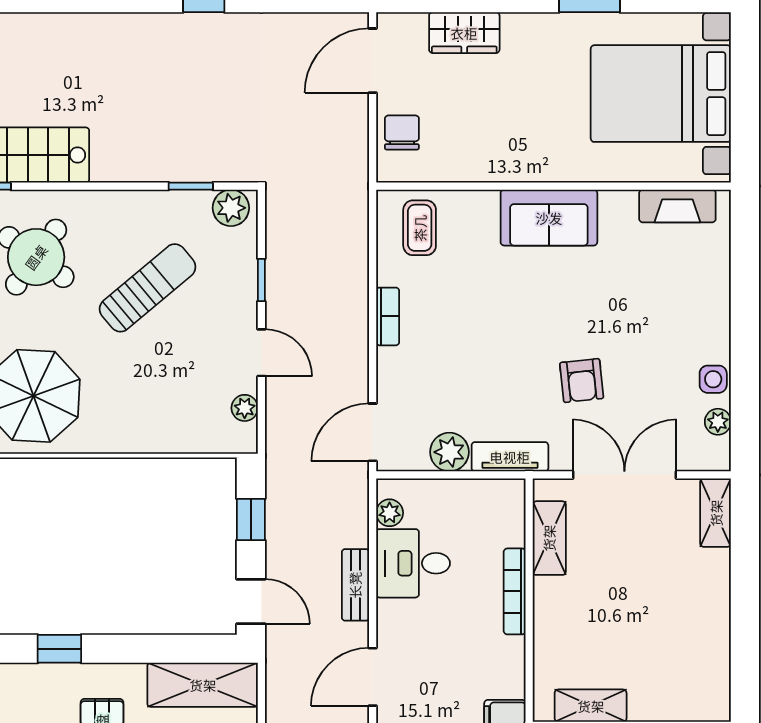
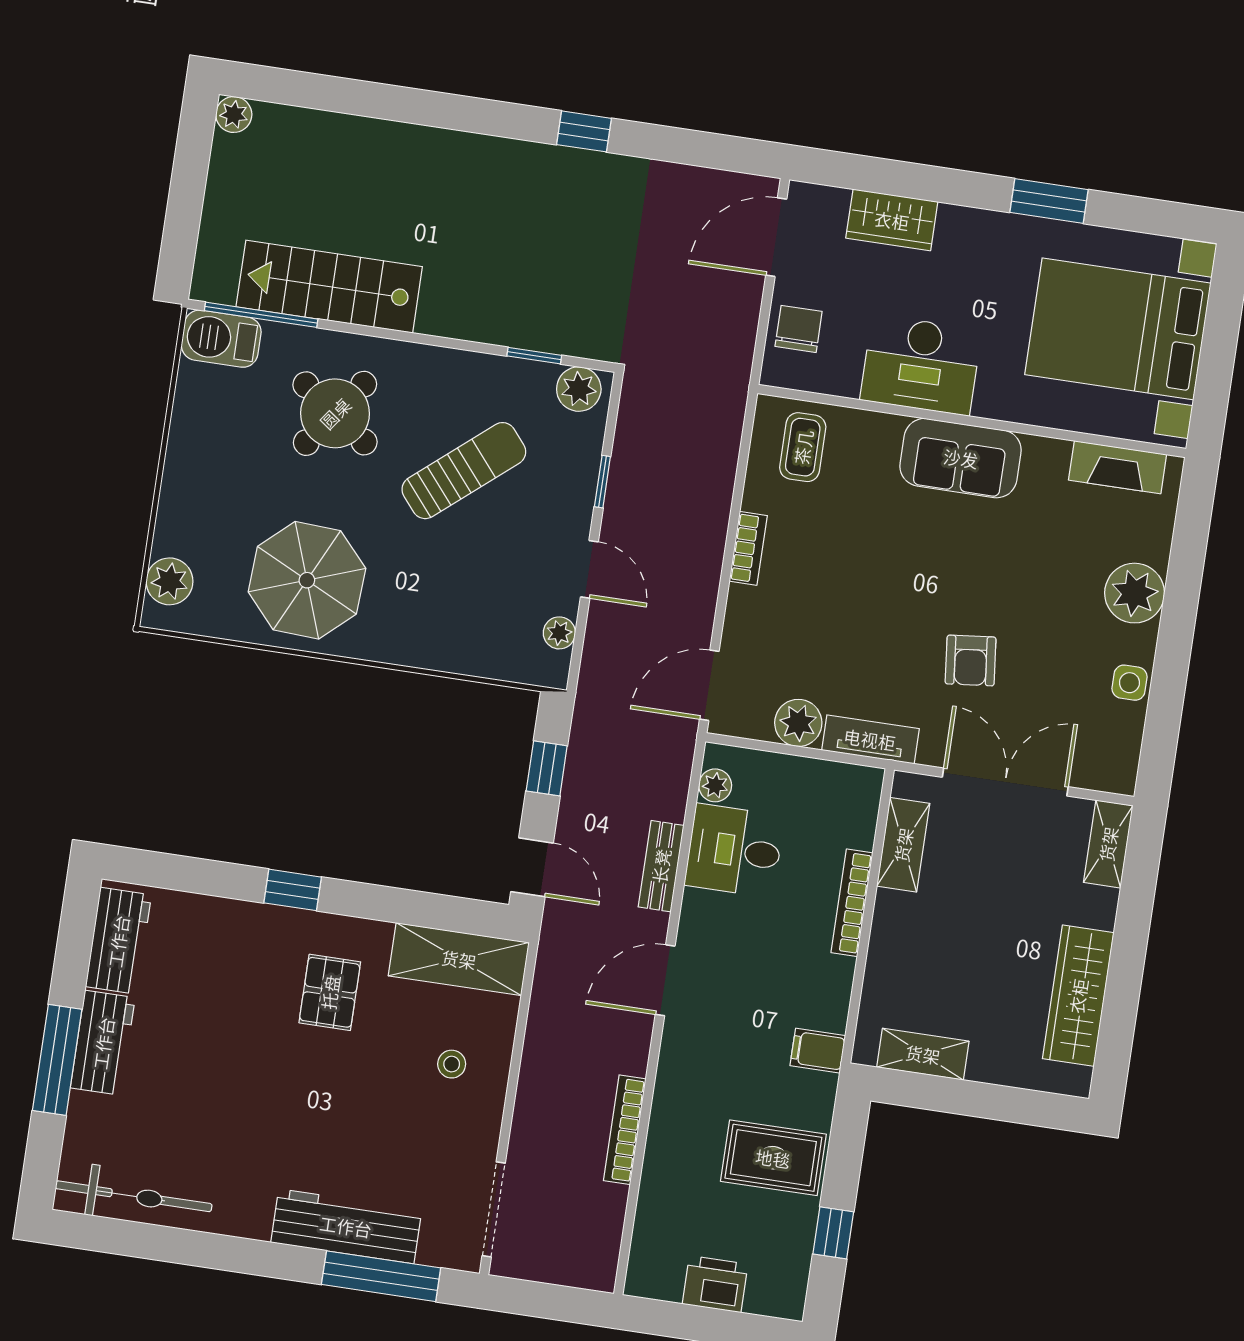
desk: (505, 147) -> (921, 365), added
plant: (718, 422) -> (1135, 593), moved, width x1.88, depth x1.88
wardrobe: (709, 639) -> (1078, 996), added

